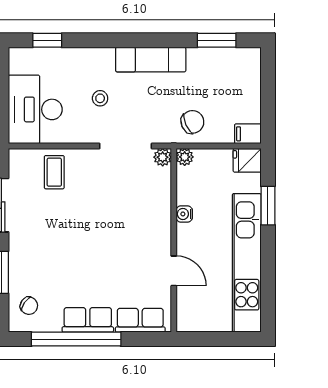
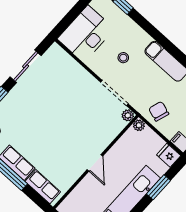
chair: (192, 122) -> (159, 111), turned -138
coffee table: (54, 172) -> (67, 74), removed
water cooler: (184, 214) -> (113, 154), removed
door: (174, 271) -> (95, 163), moved

